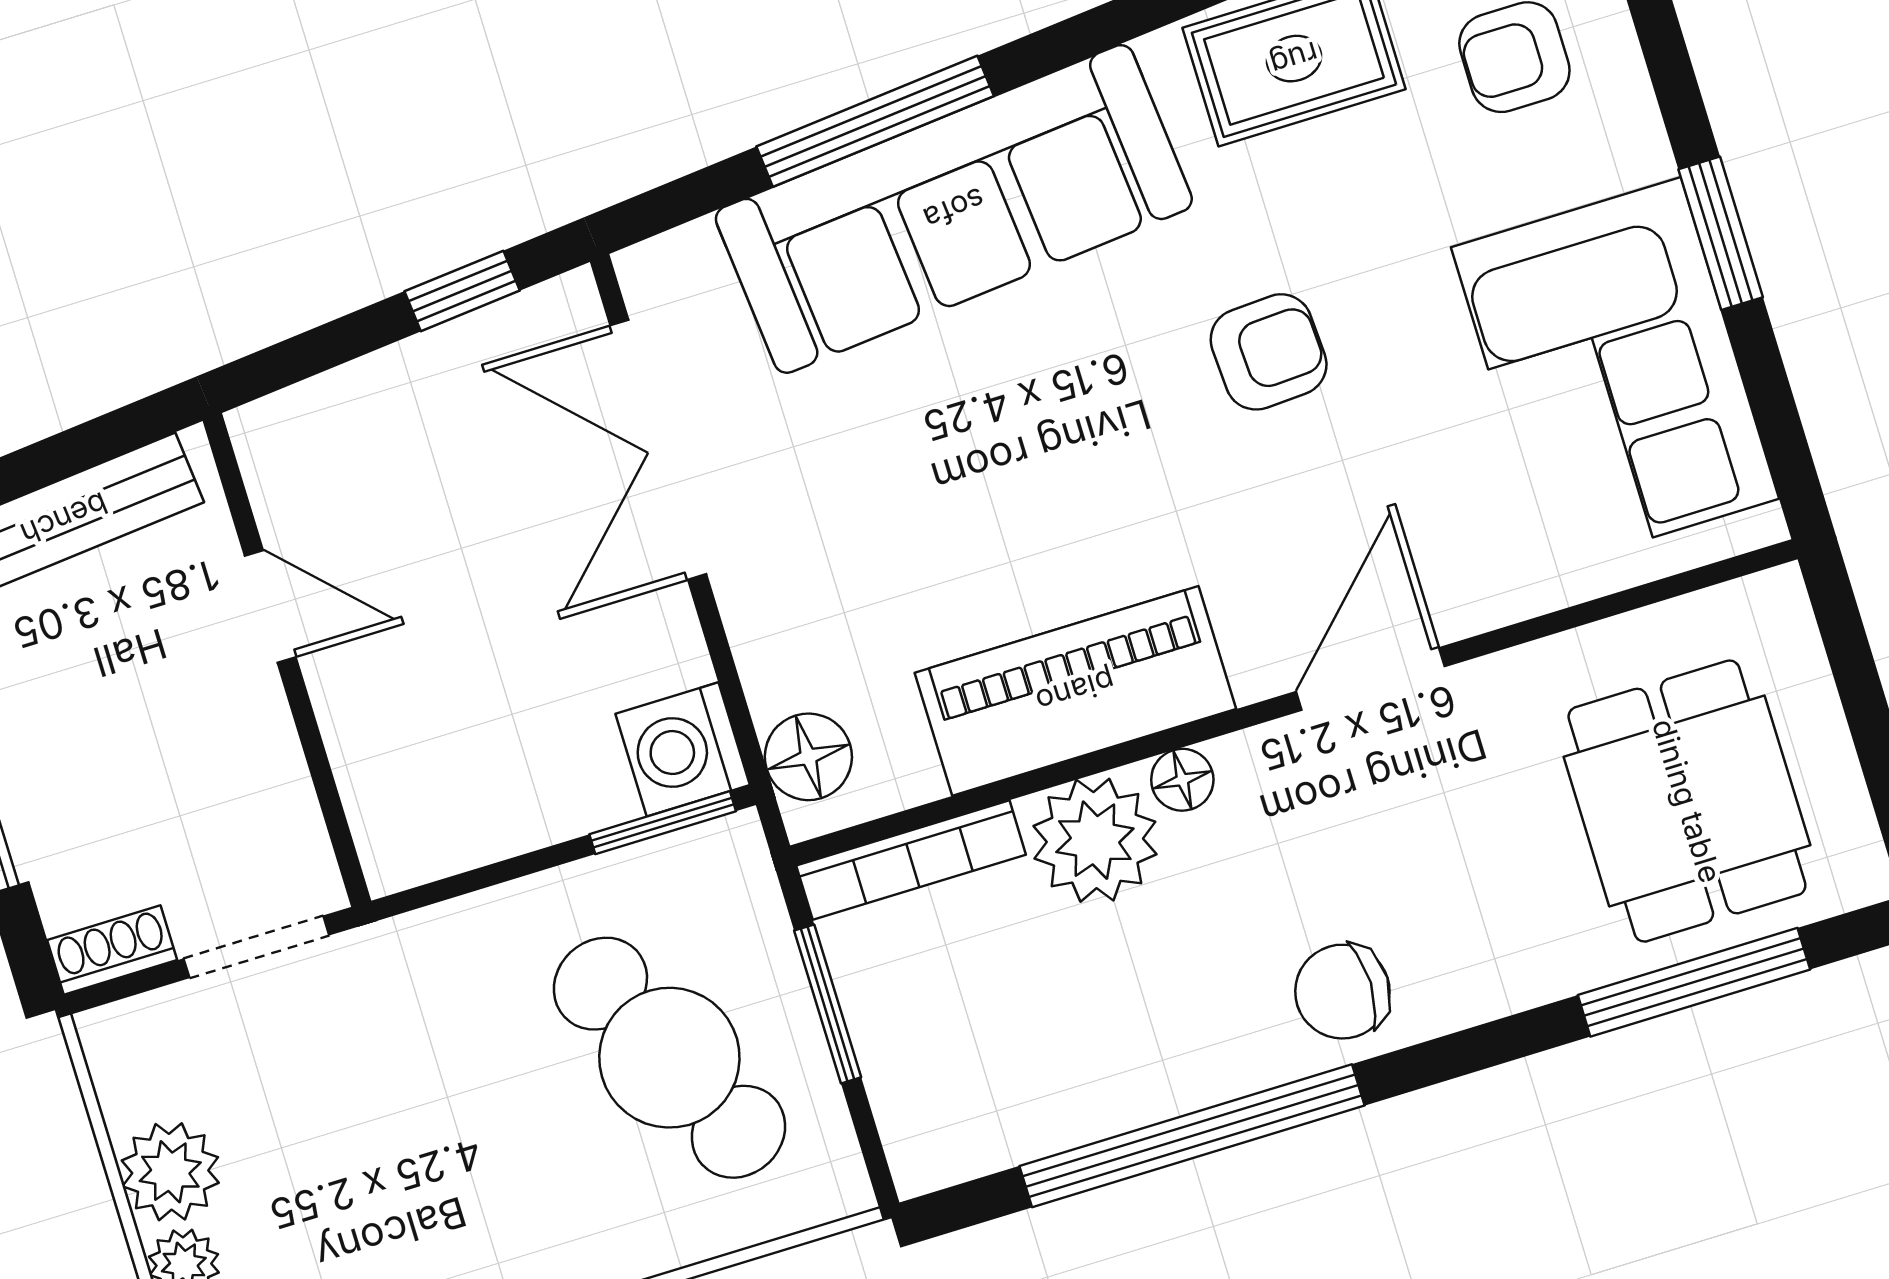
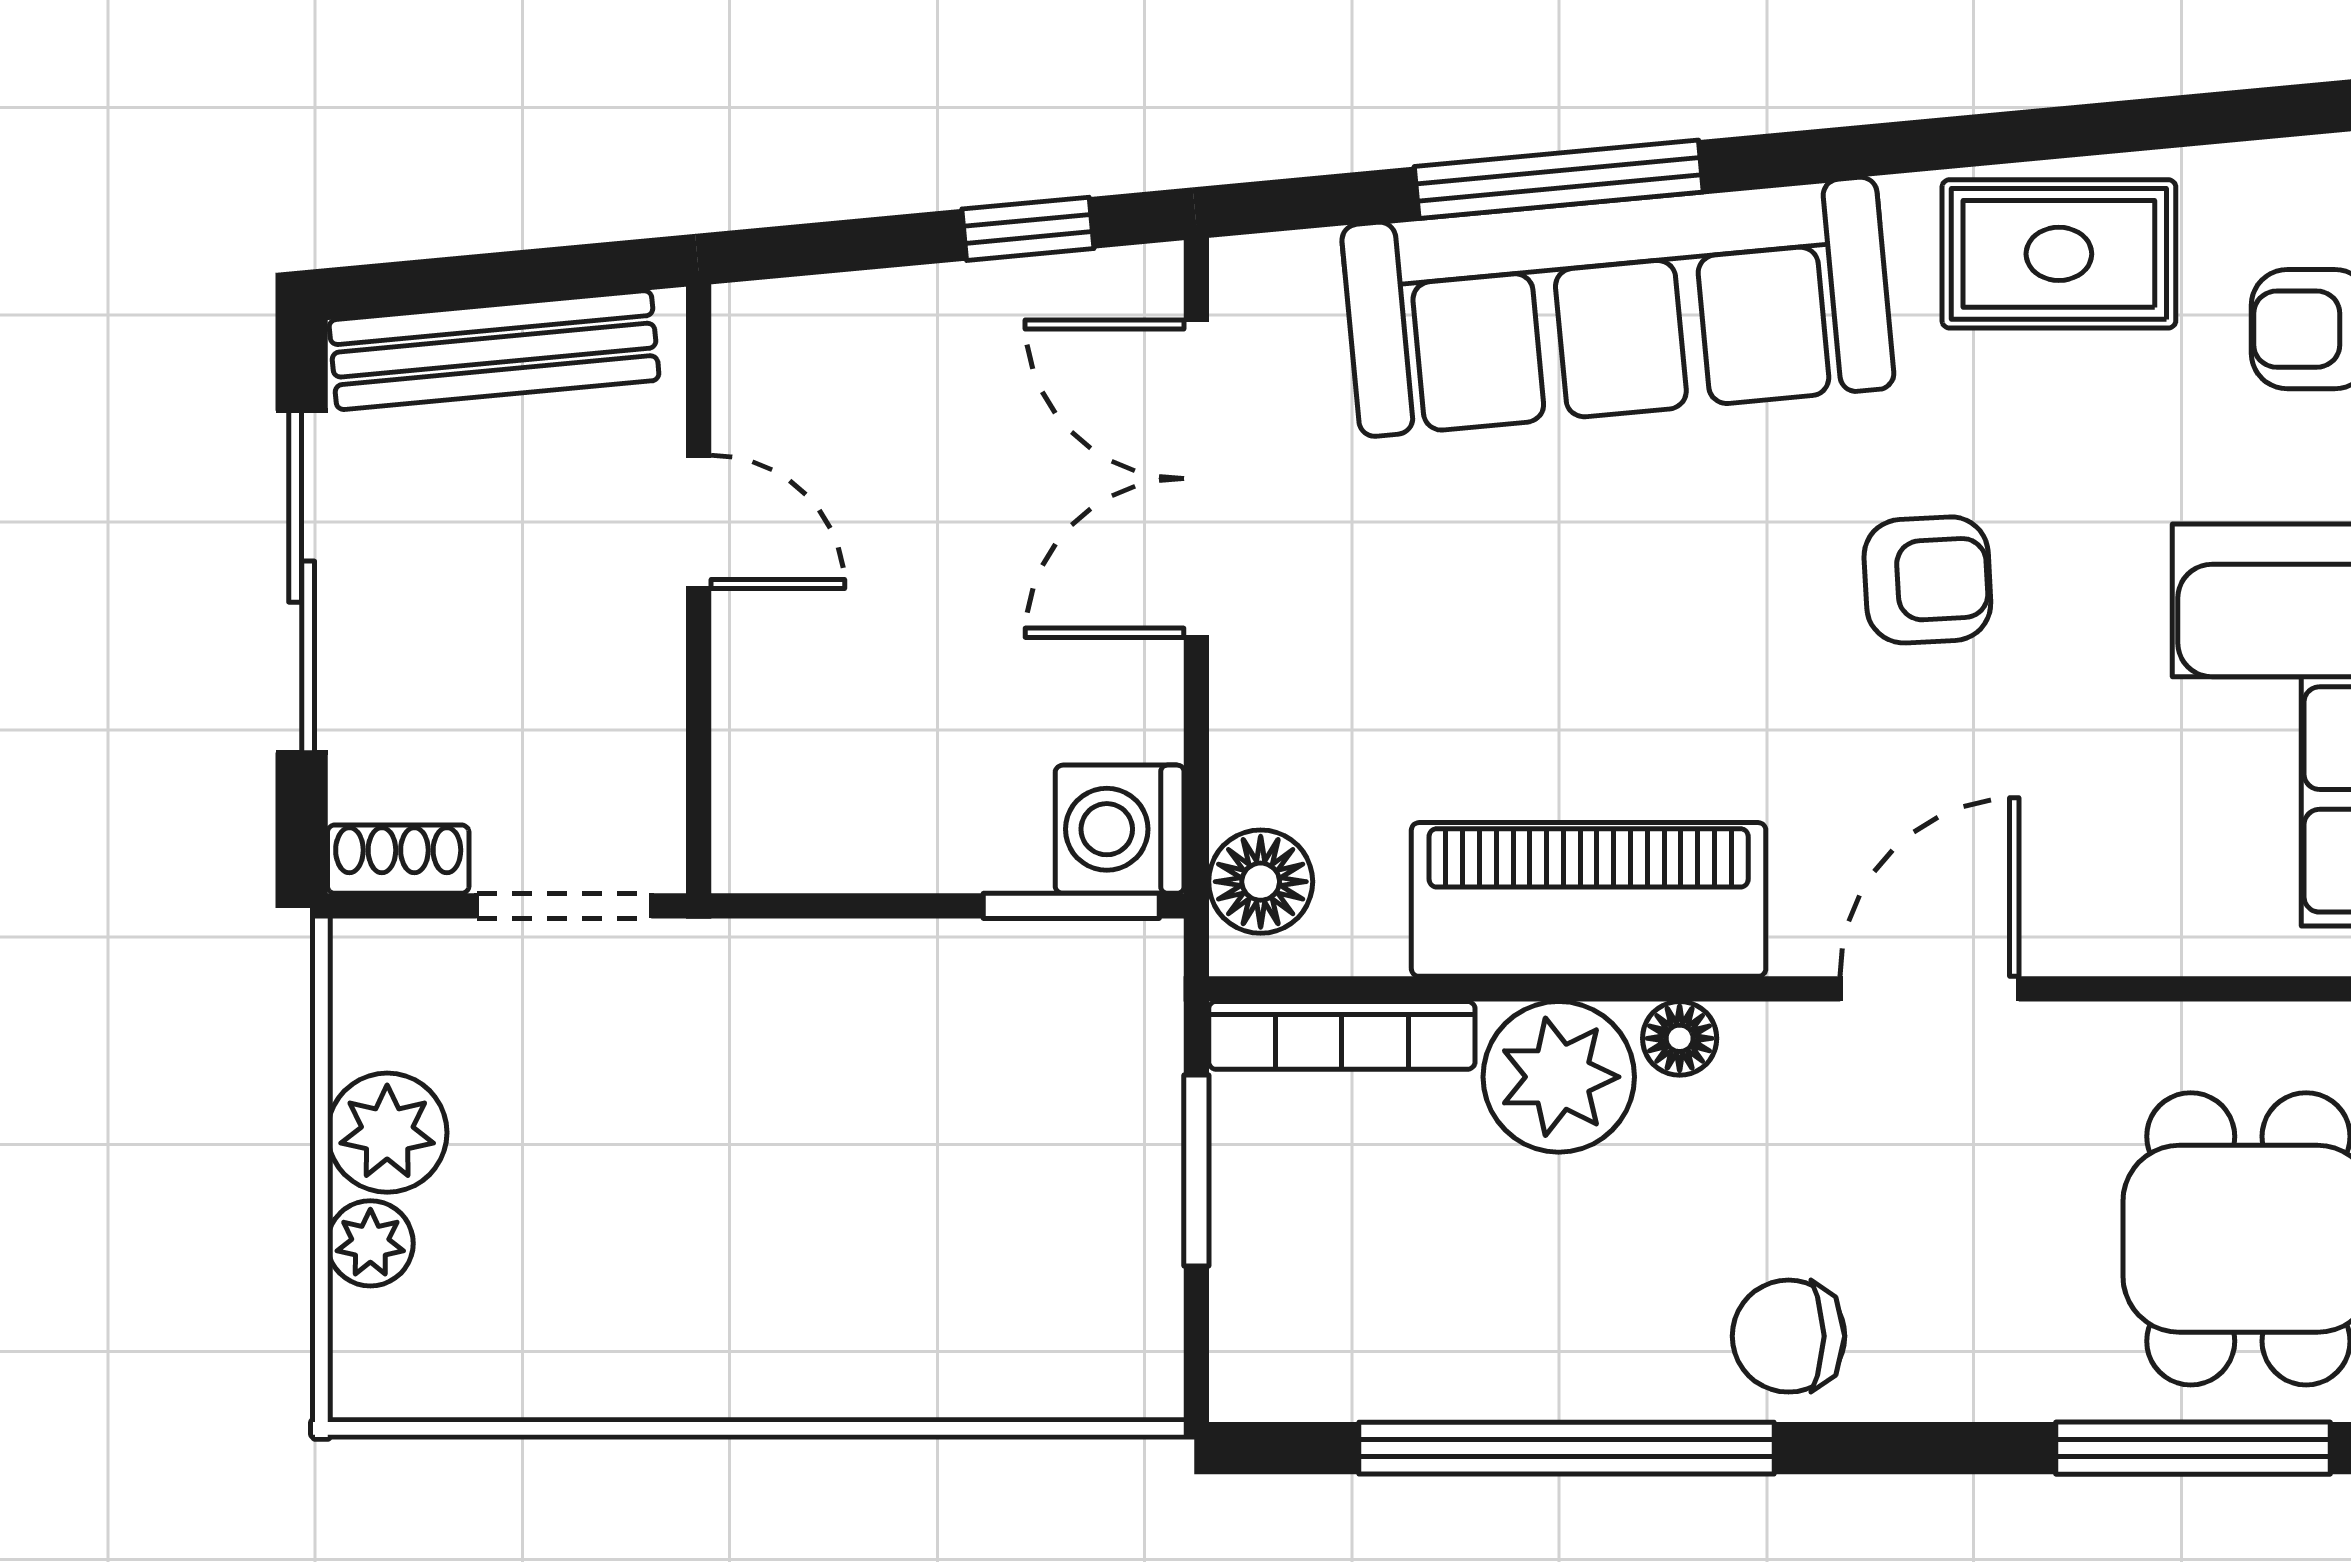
cafe table: (669, 1058) -> (997, 1177), removed

